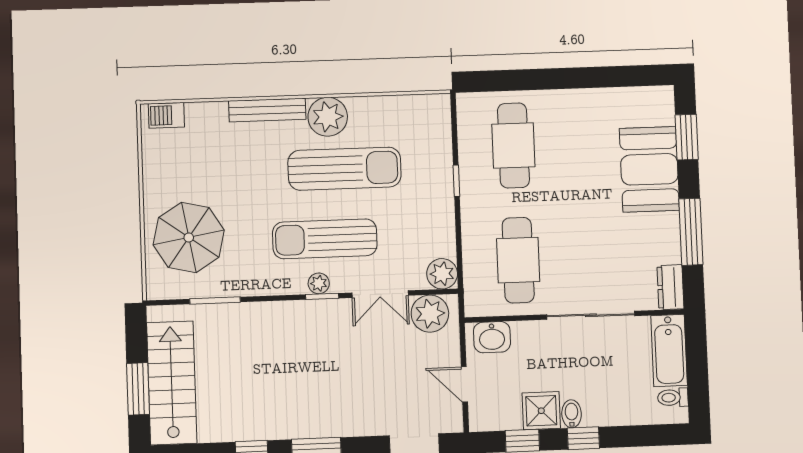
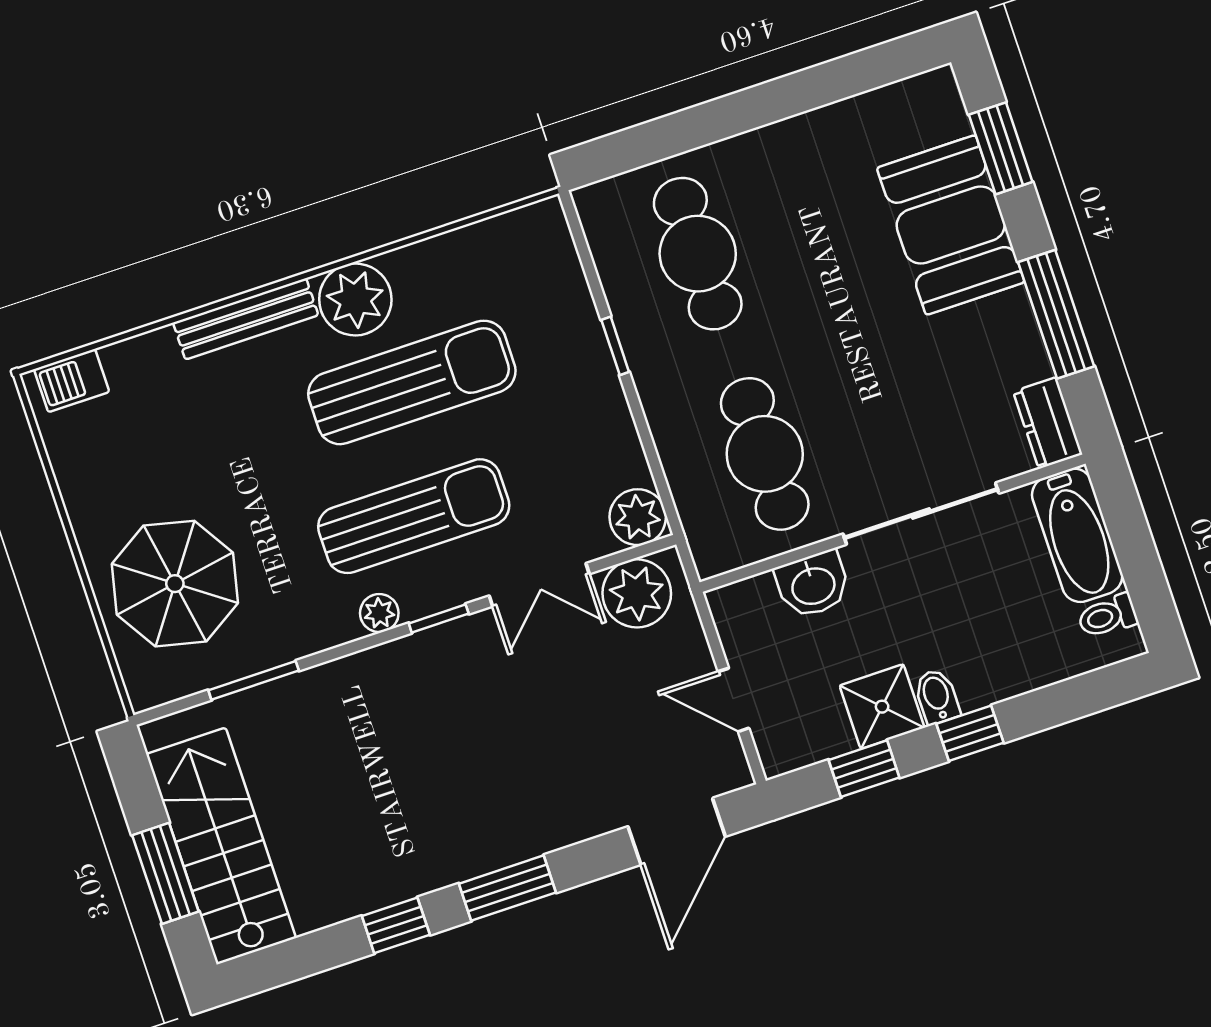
sun lounger: (325, 239) -> (414, 516), turned 180
plant: (319, 283) -> (379, 613), moved
washbasin: (492, 337) -> (813, 585), moved

